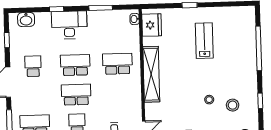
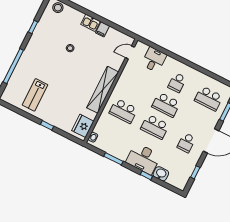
washbasin: (26, 20) -> (161, 174), moved
lab bench: (204, 41) -> (35, 95), moved
stool: (233, 105) -> (55, 35), removed

